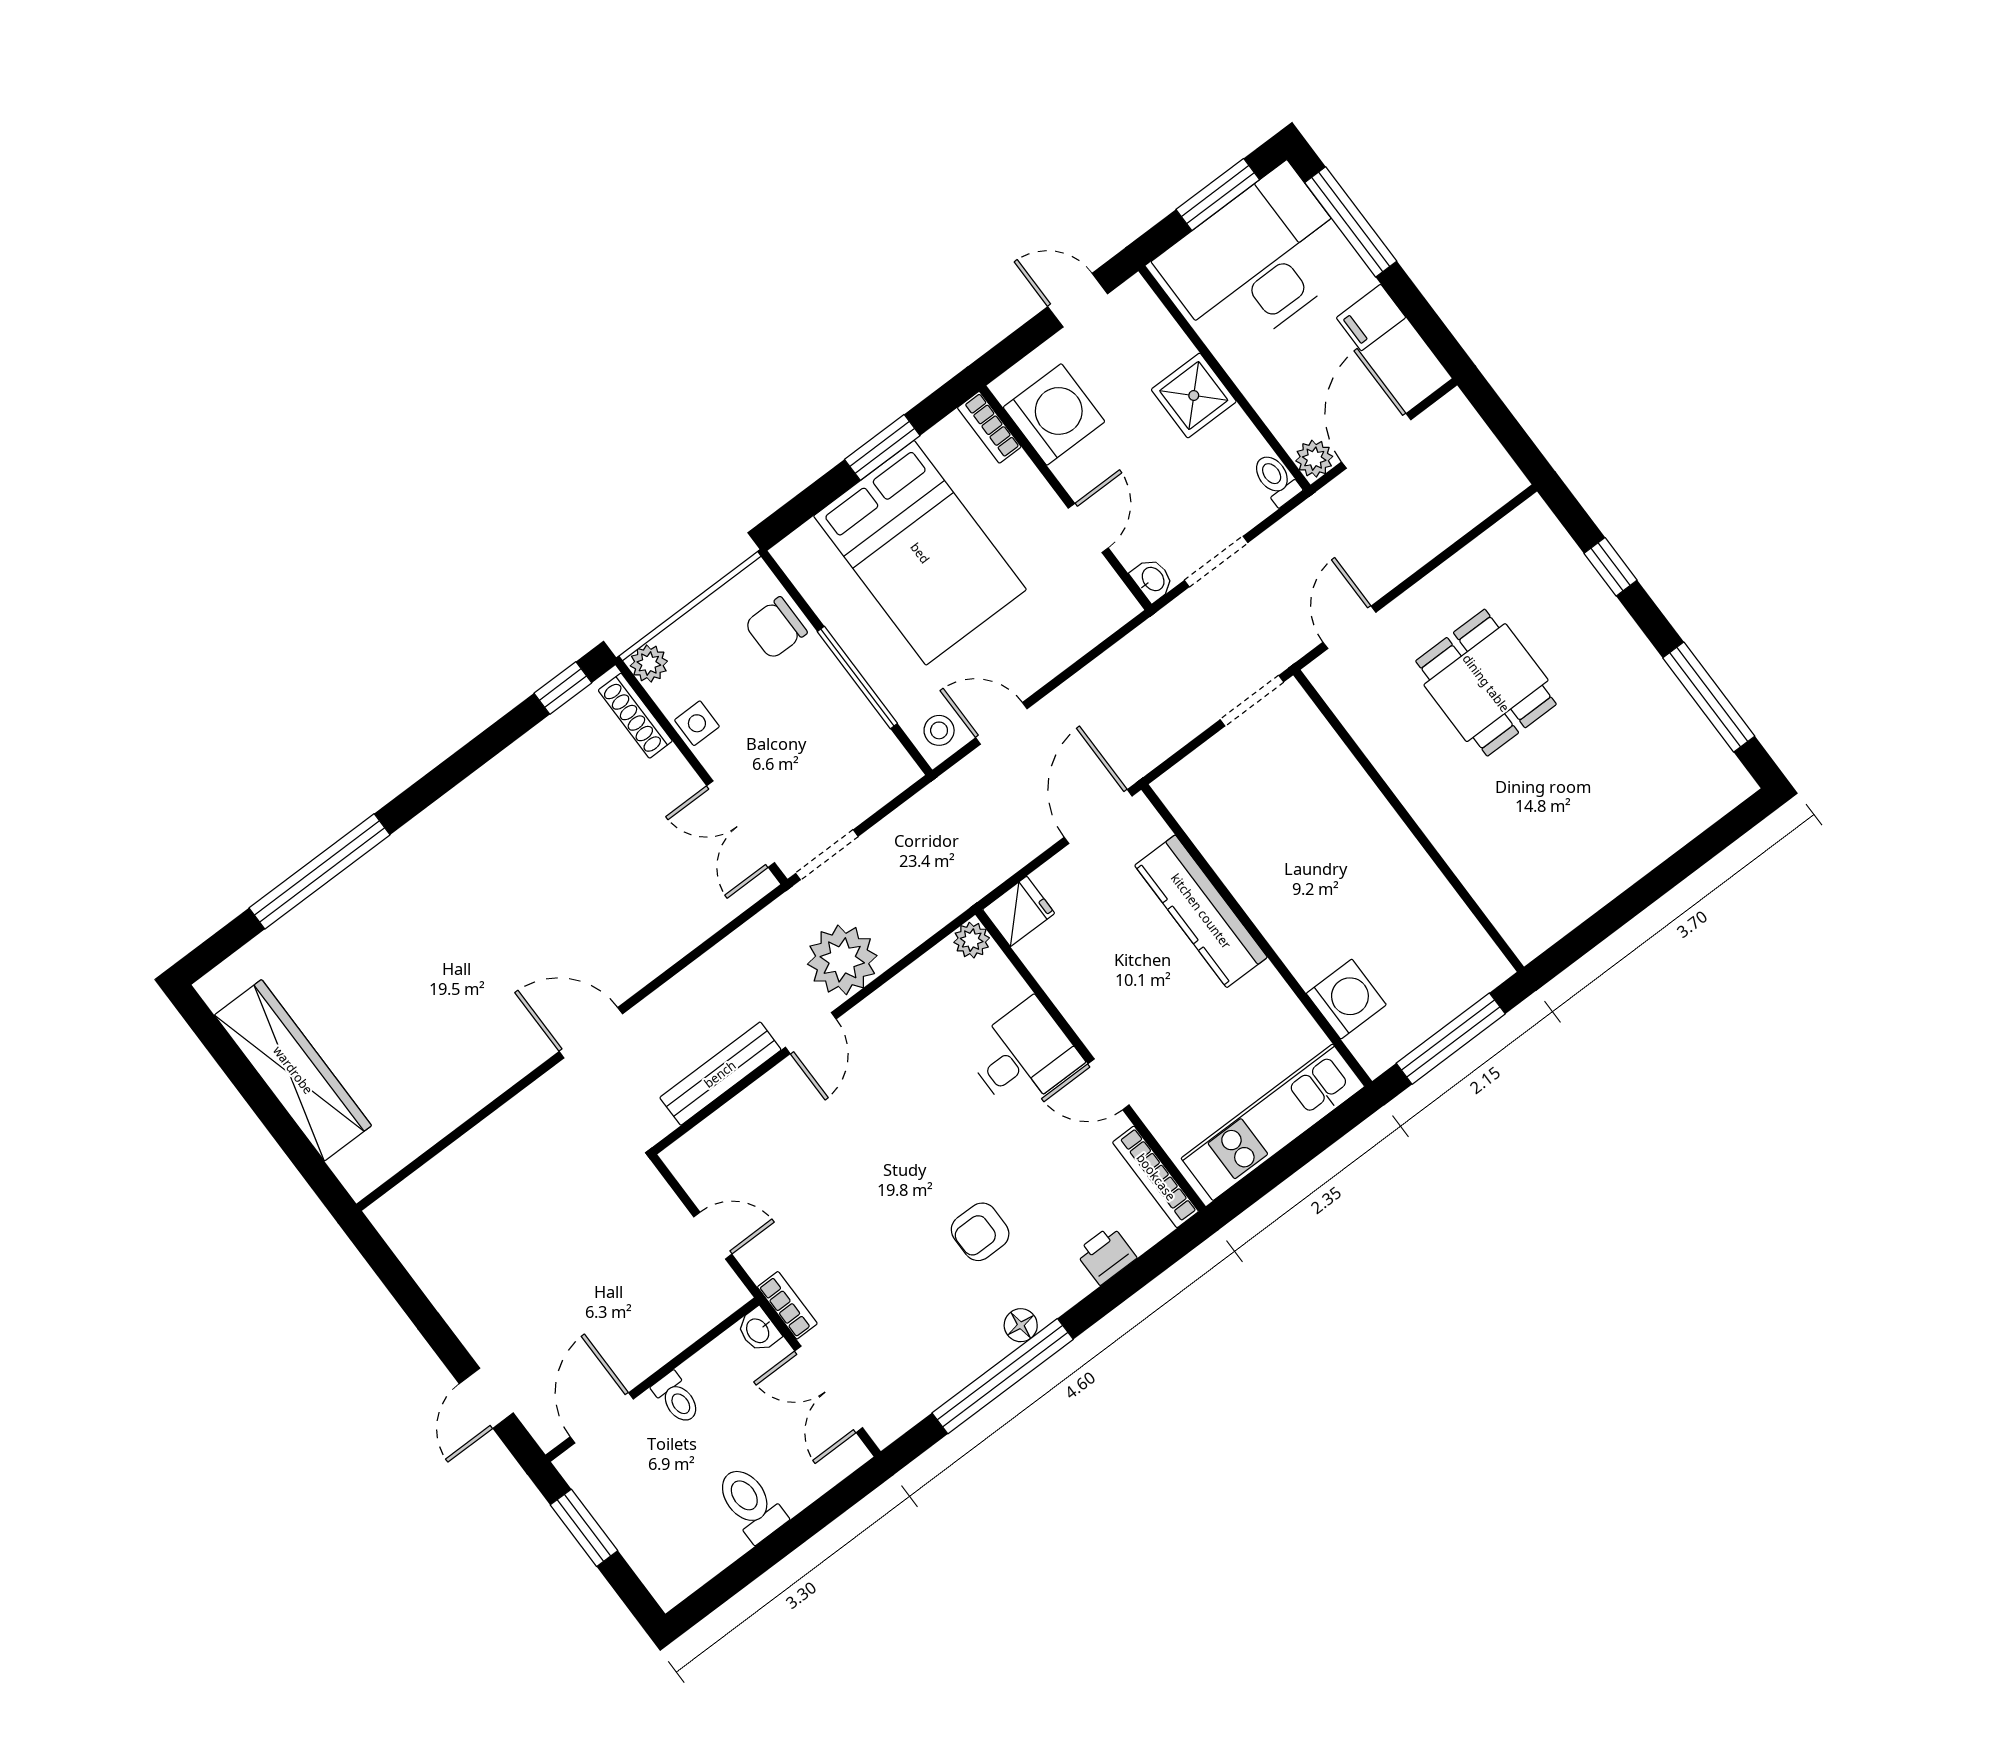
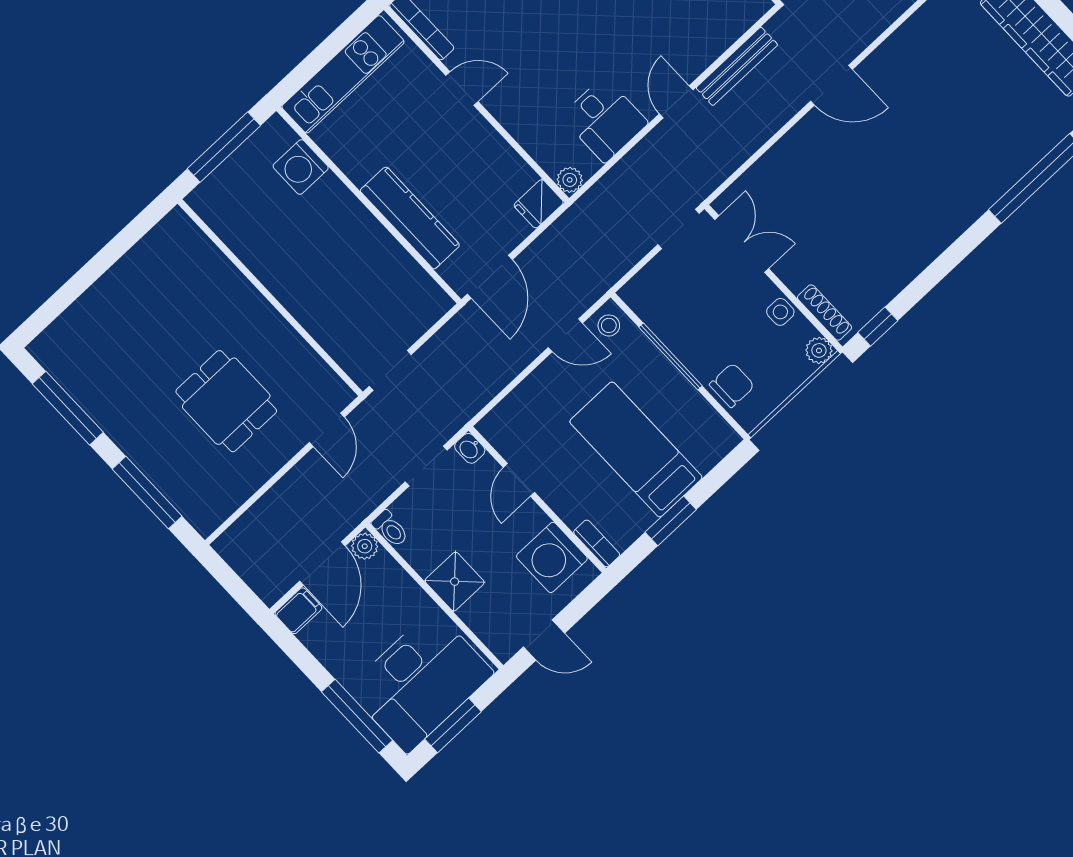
filing cabinet: (1371, 318) -> (298, 611), moved
bed: (920, 553) -> (636, 449), width x0.67
window: (1611, 567) -> (147, 493), width x2.17
plant: (842, 960) -> (660, 156), removed
desk: (1023, 1056) -> (604, 120), moved, turned -90

